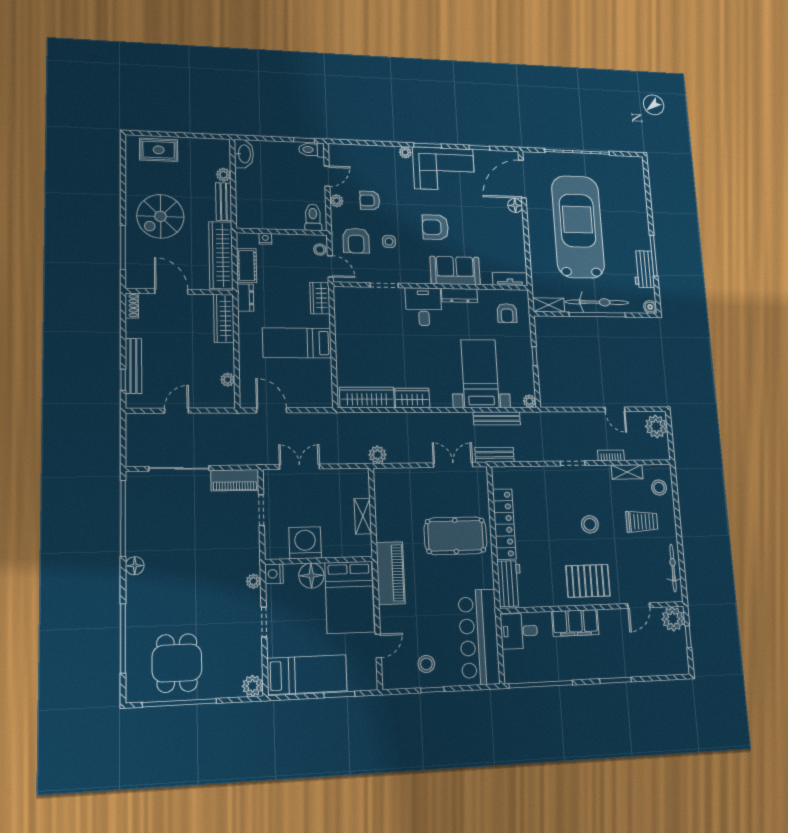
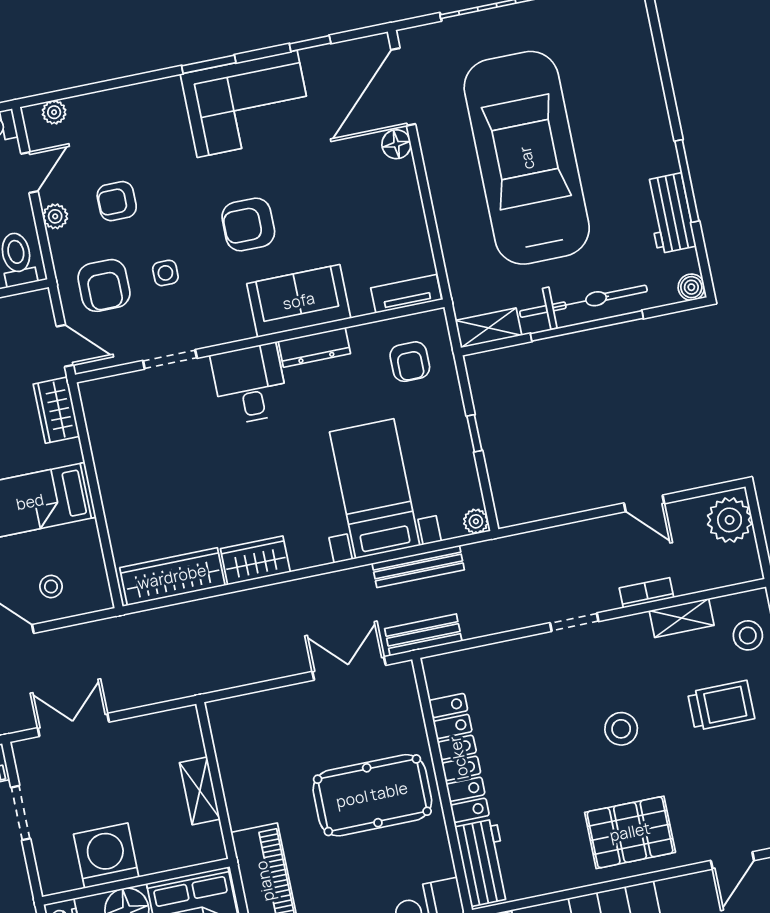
plant: (405, 152) -> (54, 112), moved
stool: (320, 250) -> (51, 586), moved
plant: (378, 455) -> (208, 677), removed

